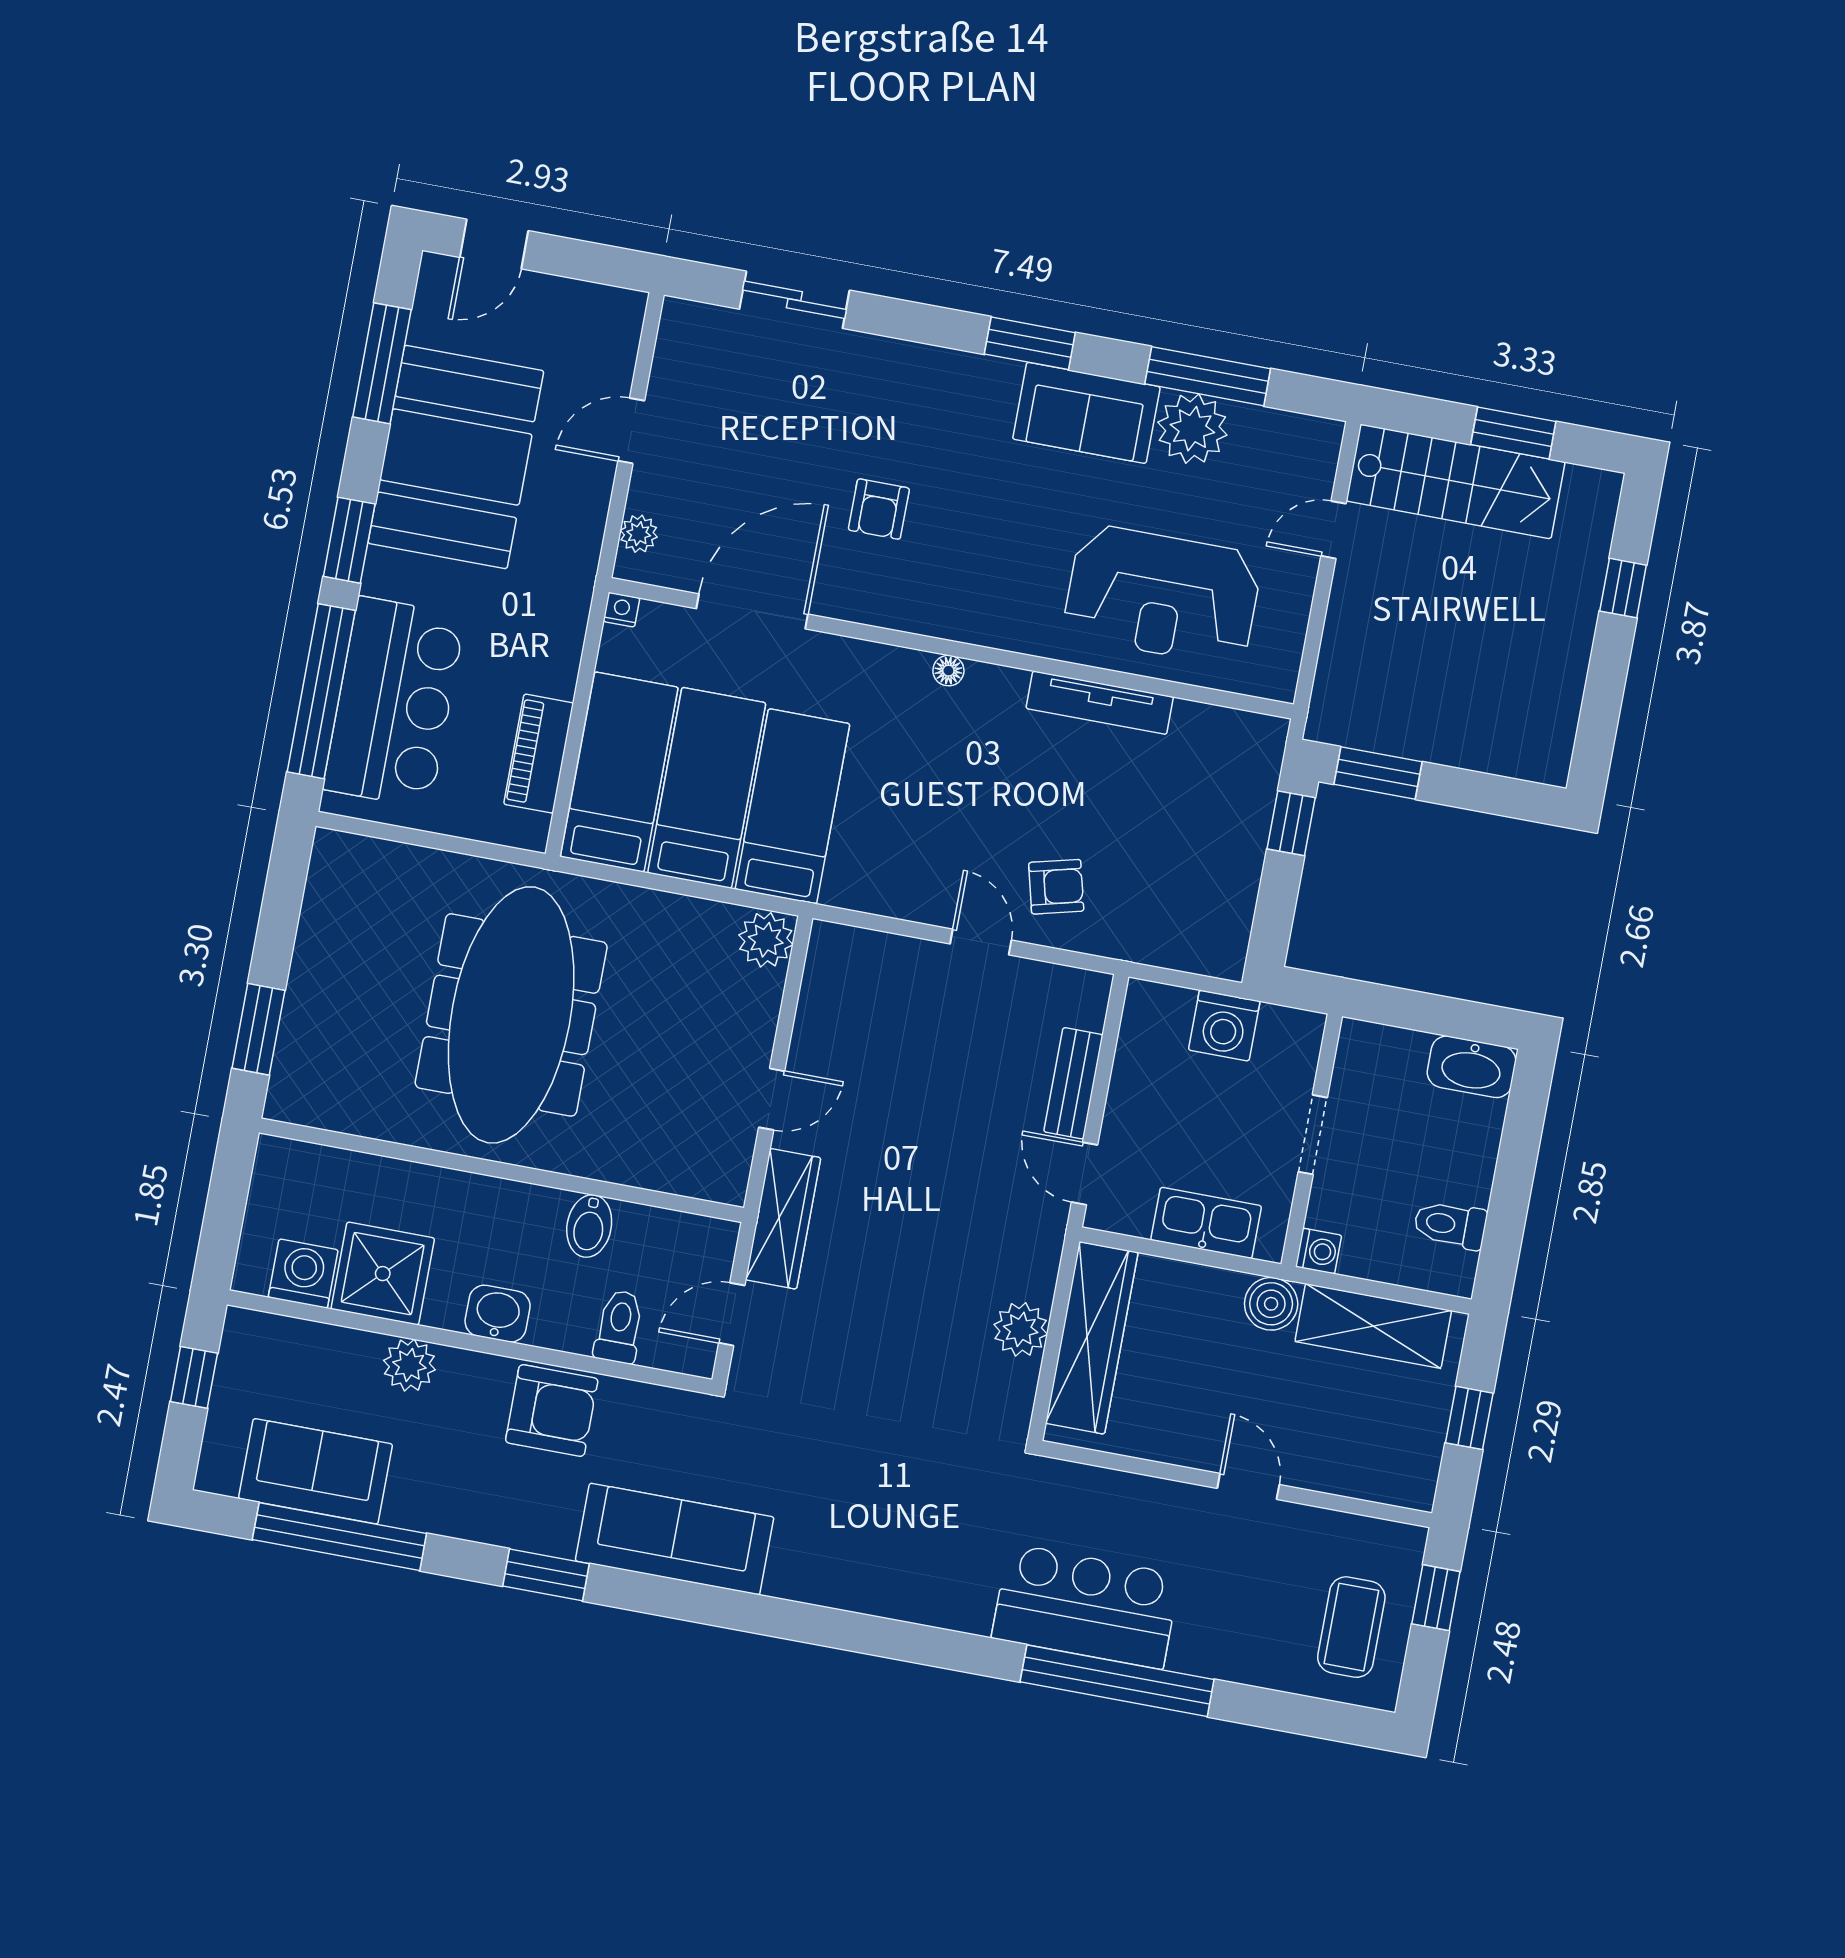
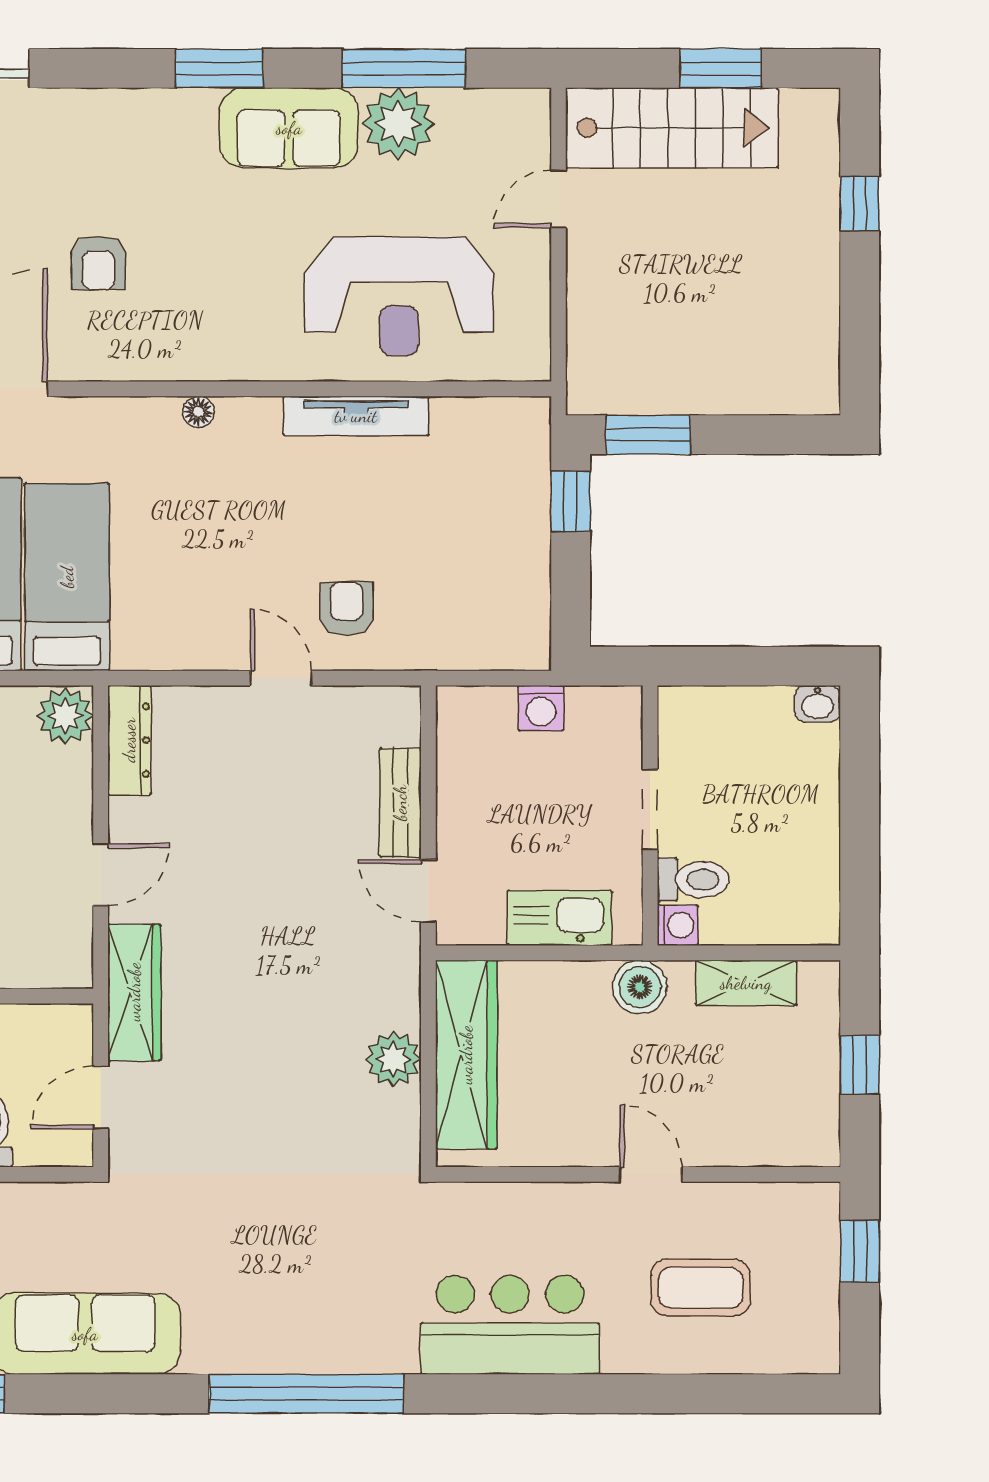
armchair: (1056, 887) -> (347, 609), turned -76
dresser: (823, 975) -> (129, 740), added
washing machine: (1224, 1026) -> (541, 708), width x0.73, depth x0.73
washbasin: (1472, 1067) -> (818, 704), width x0.52, depth x0.69
toilet: (1450, 1225) -> (693, 880), moved, turned 180
shelving: (1373, 1326) -> (746, 983), width x0.67, depth x0.75
coffee table: (1351, 1627) -> (701, 1287), moved, turned 90
window: (1117, 1681) -> (306, 1394), moved

